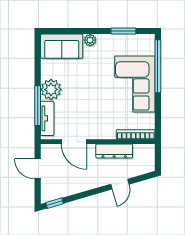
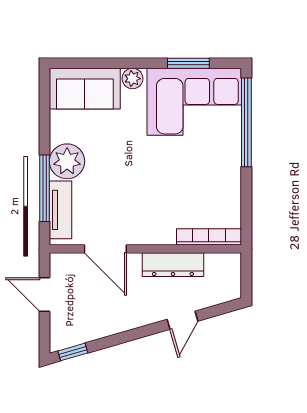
corner sofa: (135, 84) -> (194, 102), moved, turned -90

